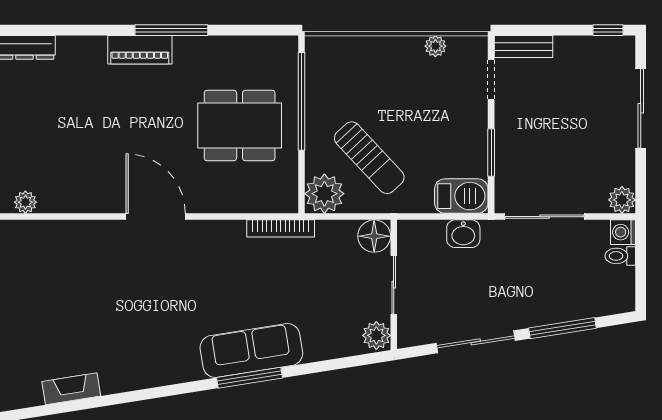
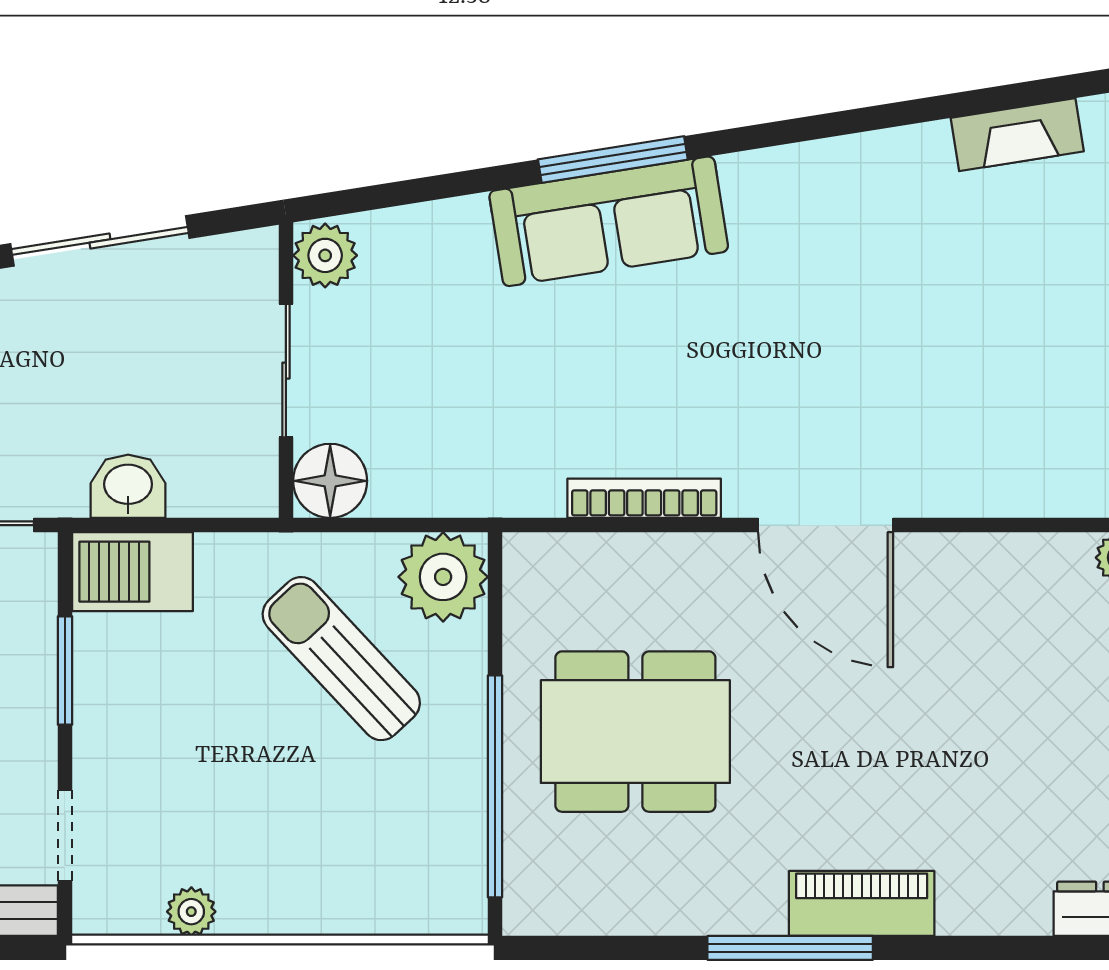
bookcase: (281, 228) -> (644, 498), moved

